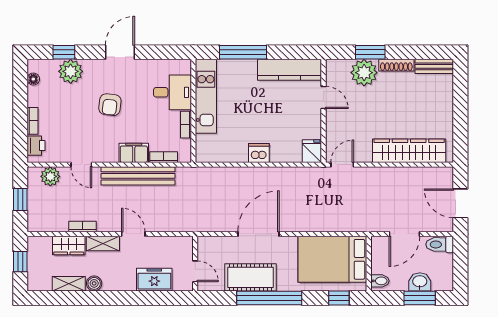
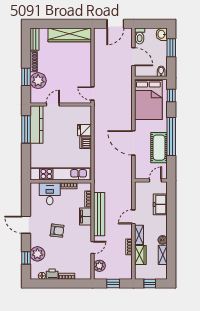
window: (243, 52) -> (26, 129), moved
kitchen unit: (206, 96) -> (60, 174), width x1.36
printer: (36, 146) -> (52, 274), moved
fridge: (312, 151) -> (84, 130), moved
wardrobe: (409, 151) -> (70, 35), moved, turned -90
washbasin: (420, 282) -> (162, 34), moved

